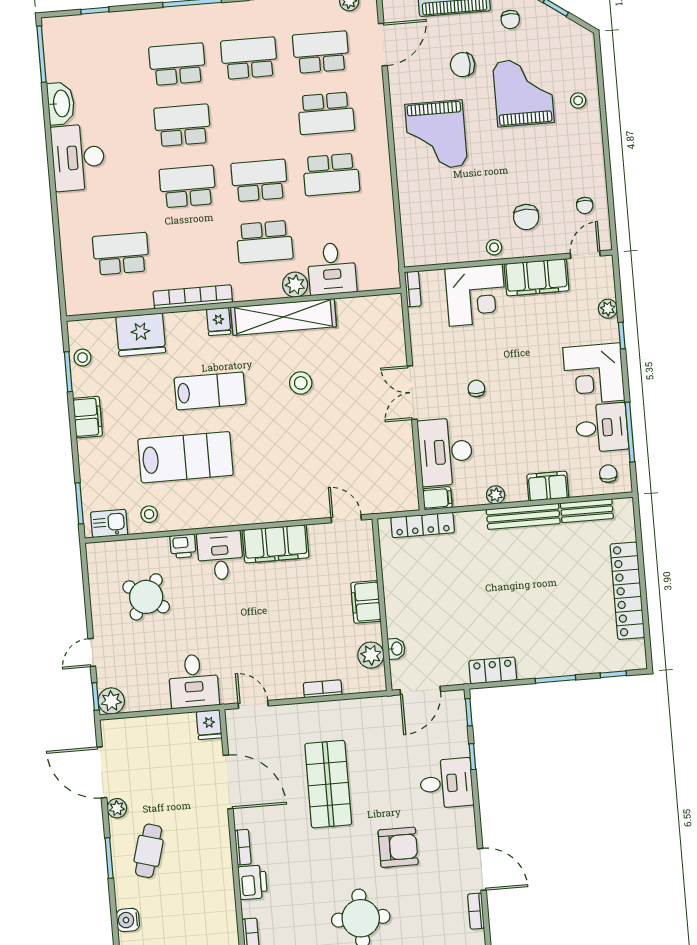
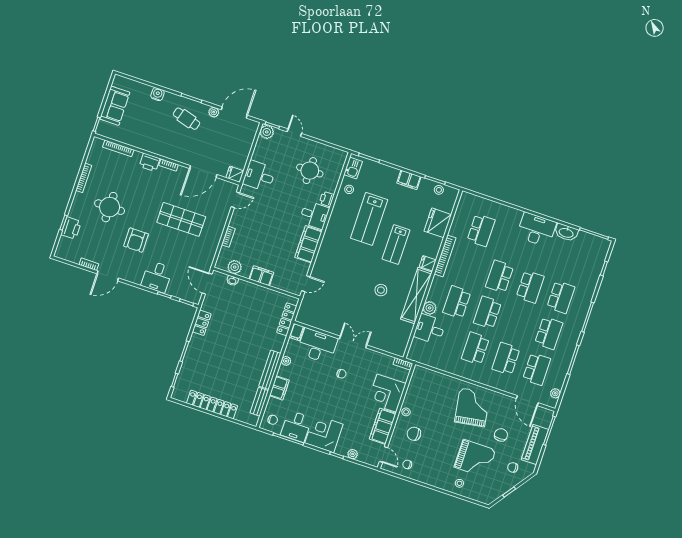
grand piano: (436, 135) -> (472, 407), turned 81
school desk: (259, 180) -> (487, 312), turned 180
school desk: (188, 186) -> (500, 276), turned 180
round table: (146, 597) -> (310, 171), turned -35

